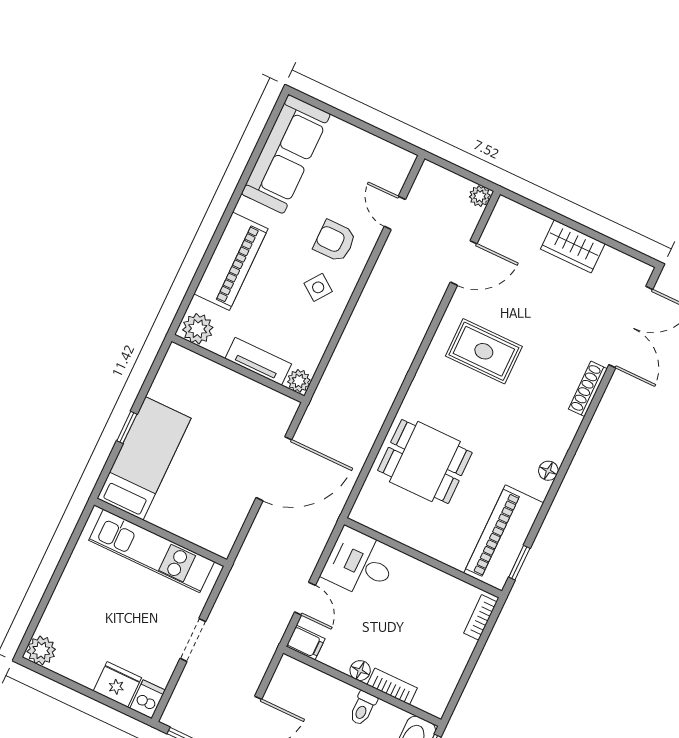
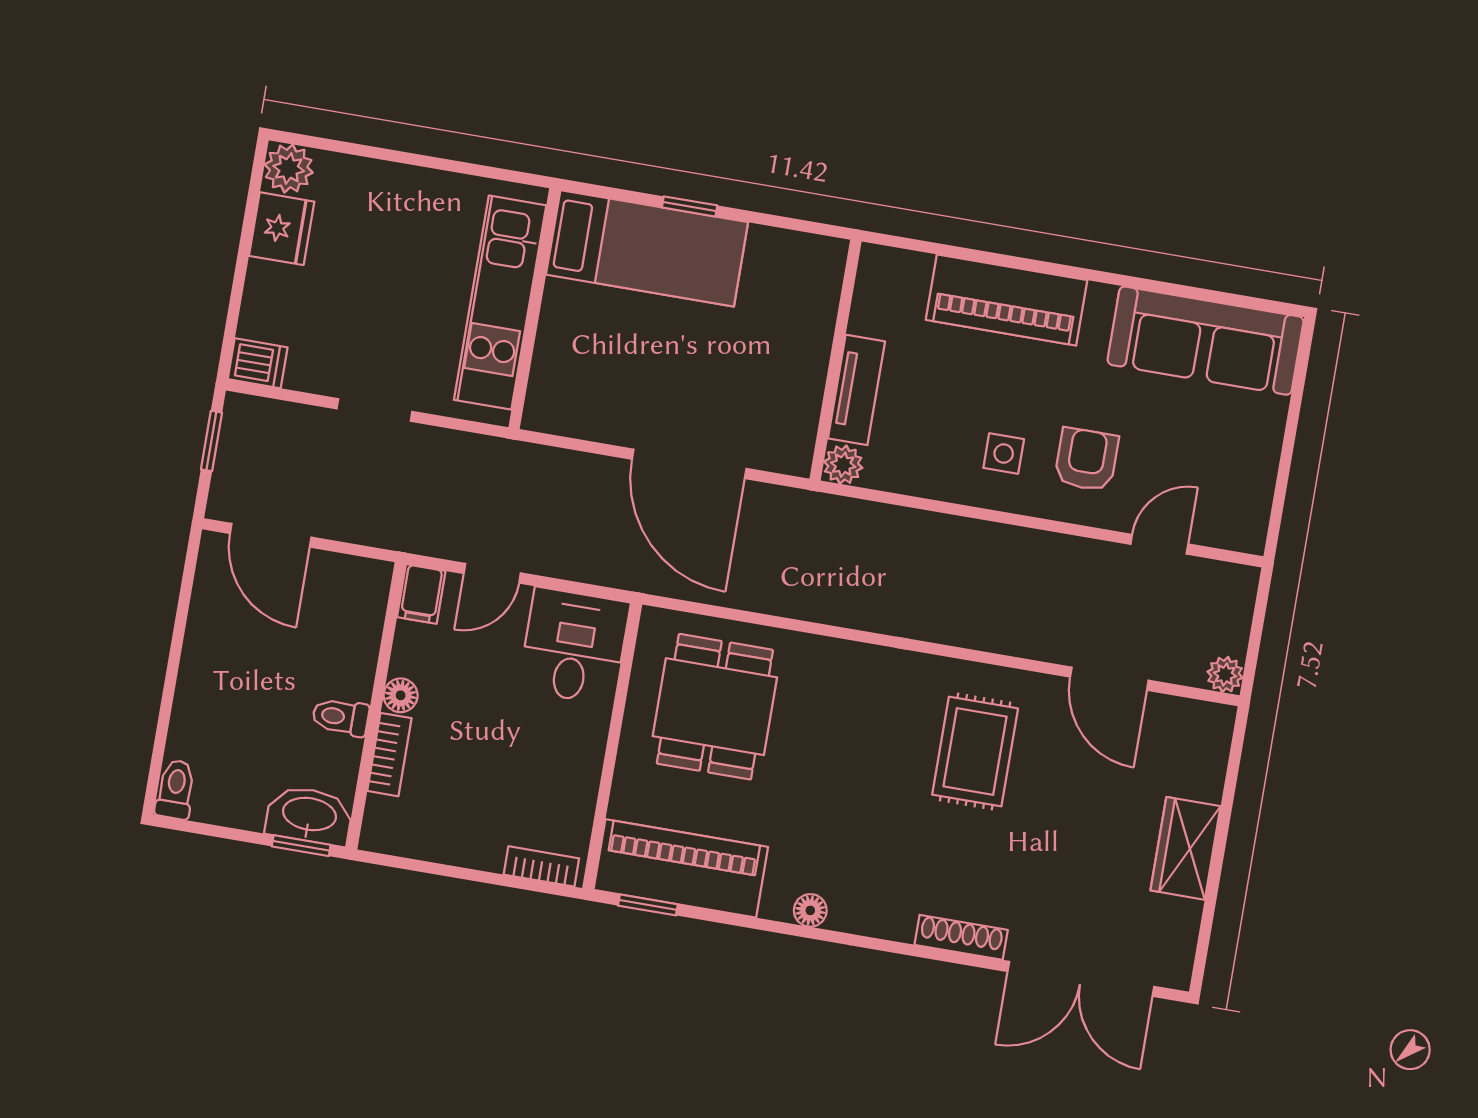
side table: (318, 287) -> (1004, 453), turned -36
plant: (198, 329) -> (882, 277), removed
dining table: (425, 462) -> (715, 707), moved
fridge: (117, 684) -> (282, 229), moved

